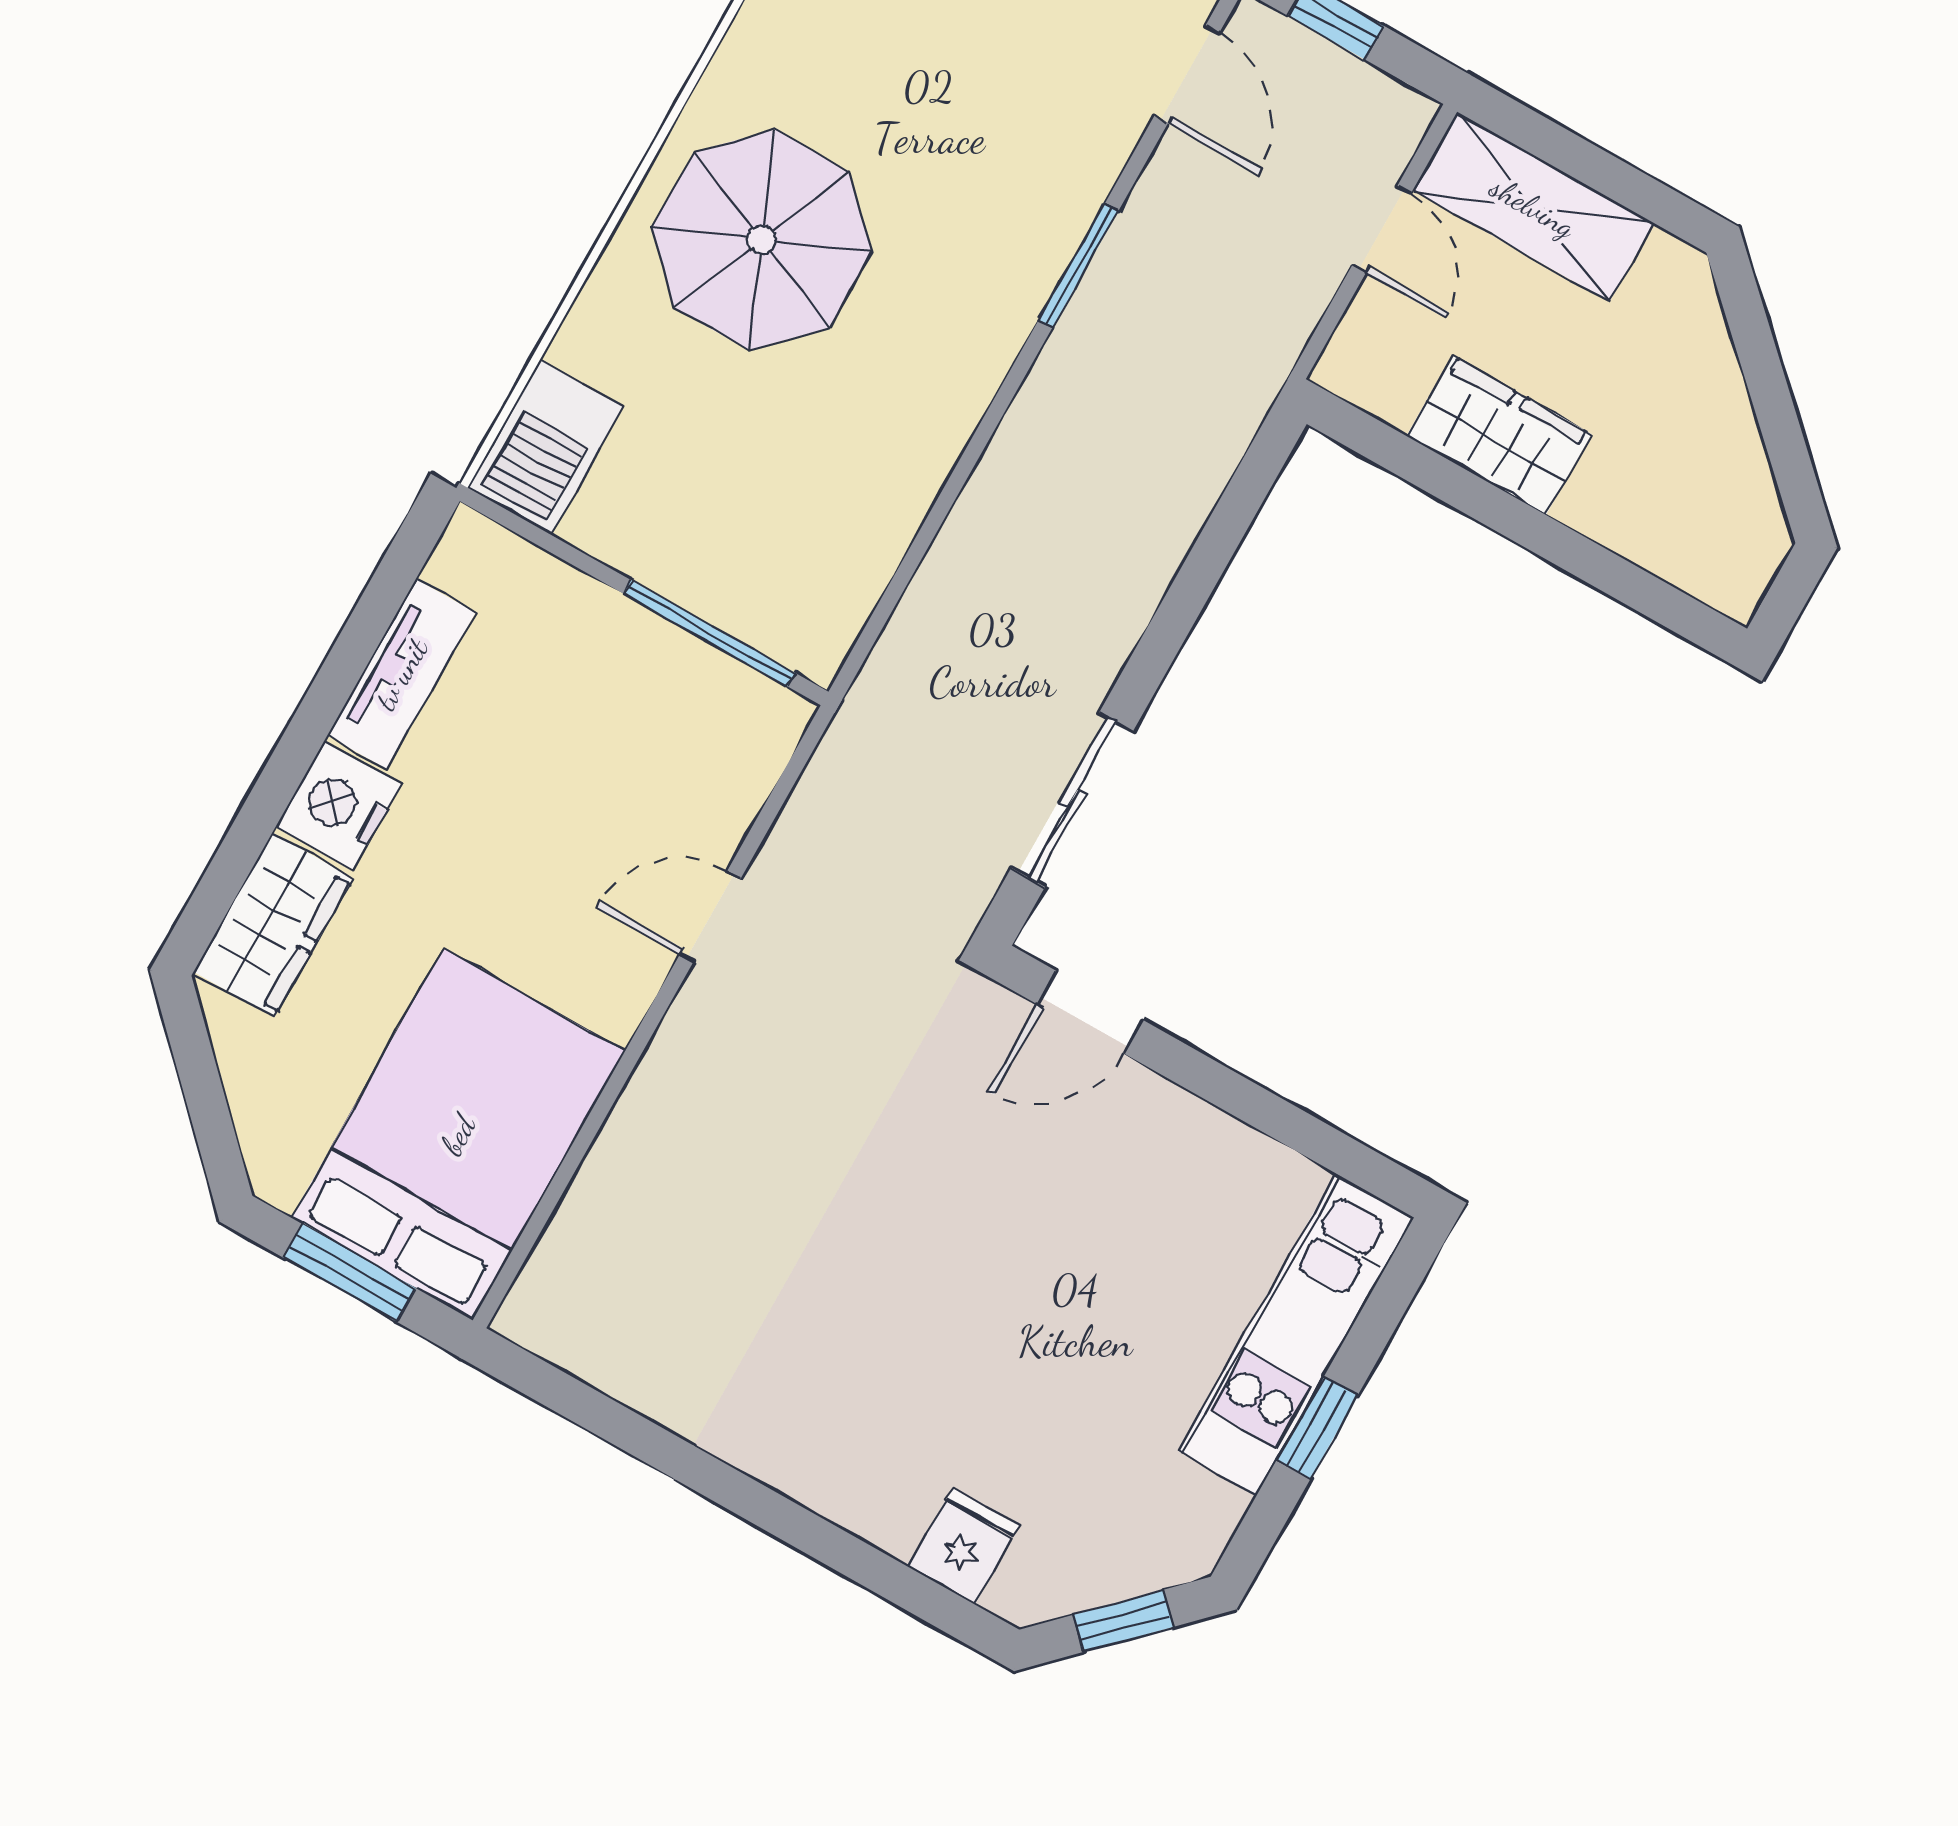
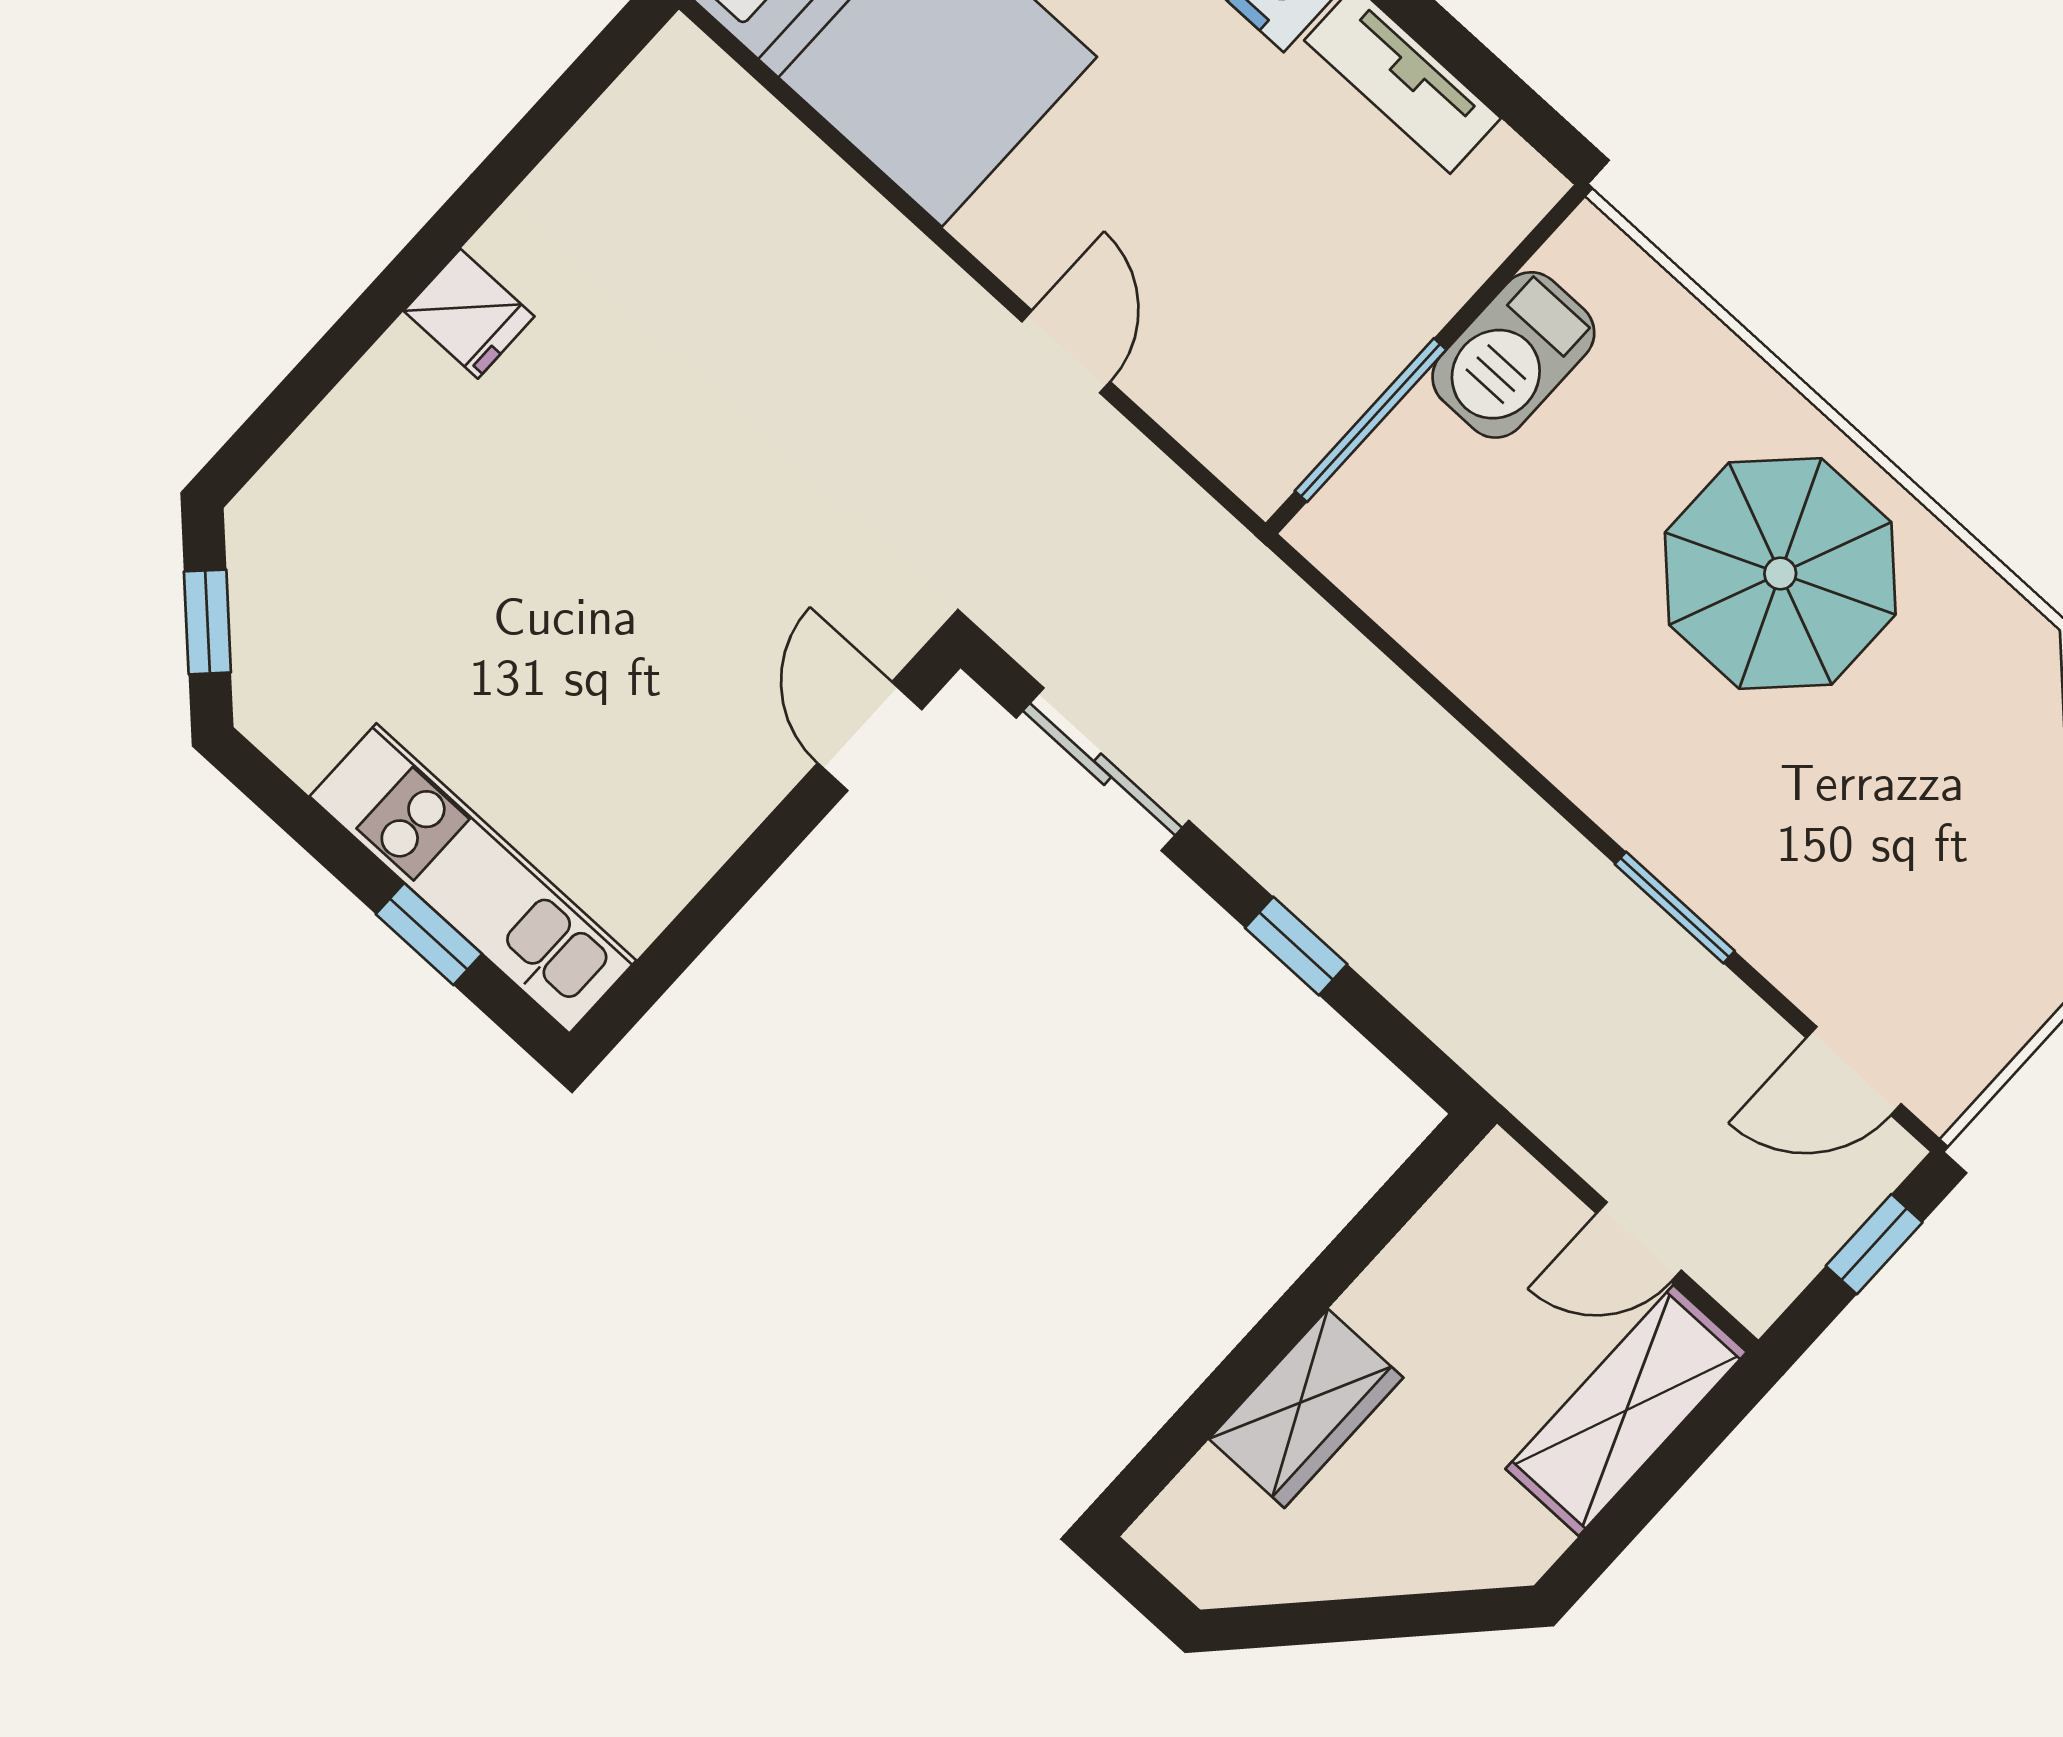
wardrobe: (1499, 435) -> (1306, 1408), moved
barbecue: (546, 447) -> (1513, 355), moved, turned -90
window: (1189, 593) -> (1296, 946), added
window: (1317, 1428) -> (429, 934), moved
fridge: (964, 1546) -> (469, 314), moved

